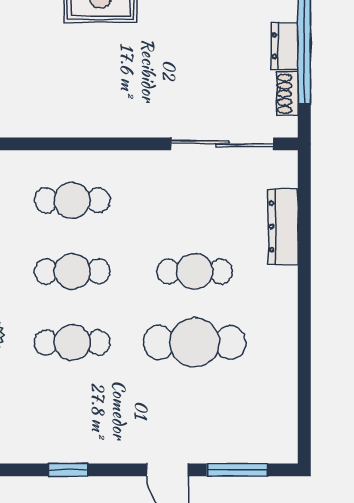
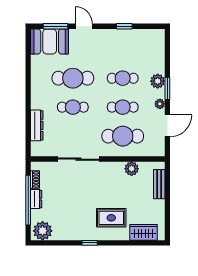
plant: (50, 120) -> (132, 169), added
sliding door: (222, 144) -> (78, 159), moved
cafe table: (72, 200) -> (123, 136), width x1.37, depth x1.35
booth: (252, 432) -> (50, 42), added

